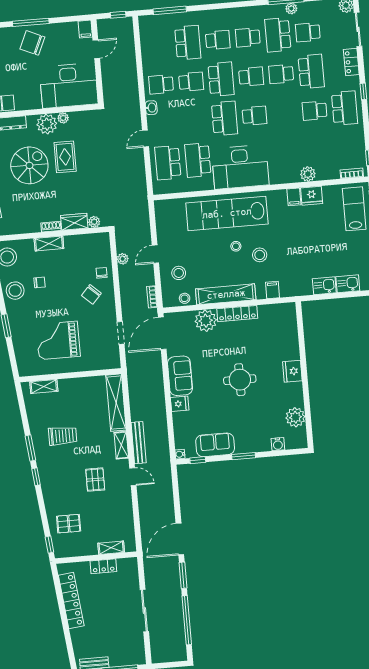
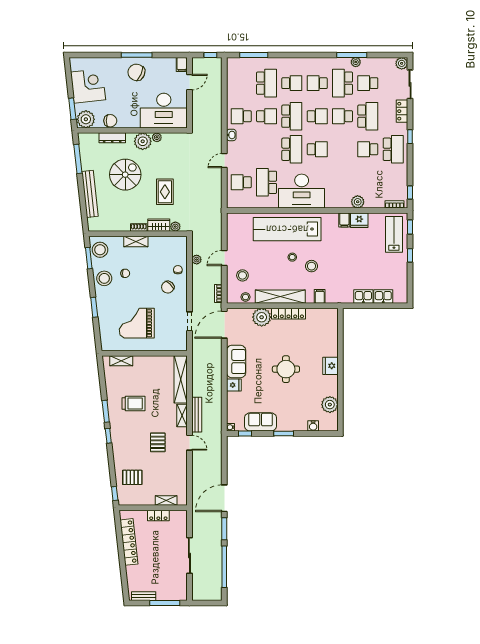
rug: (65, 157) -> (165, 192), moved
school desk: (168, 163) -> (241, 182), width x0.54

